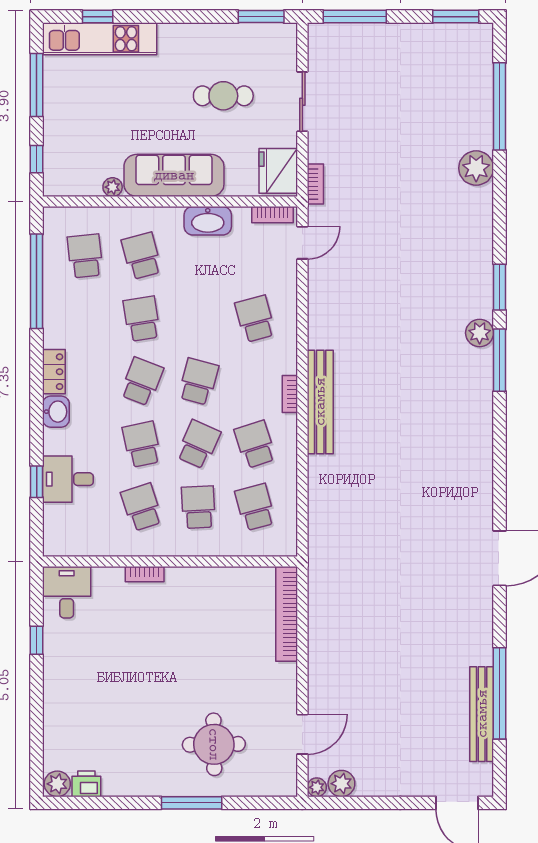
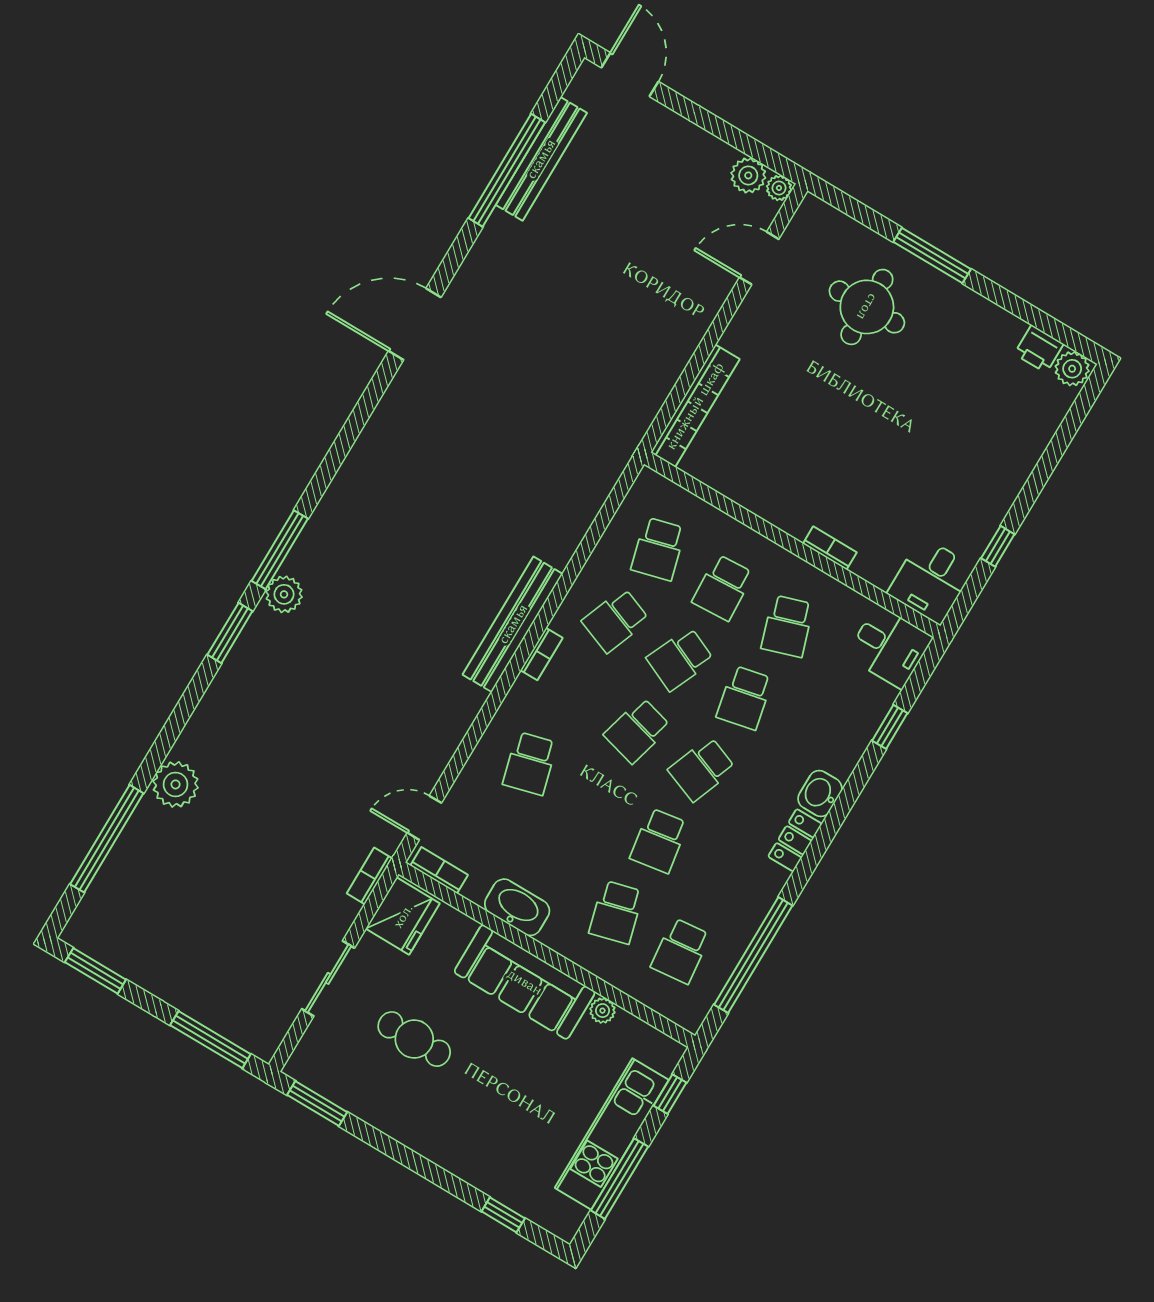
kitchen unit: (100, 39) -> (612, 1134), moved, turned -90
school desk: (255, 444) -> (616, 620), turned 39
desk: (68, 479) -> (889, 647), moved

